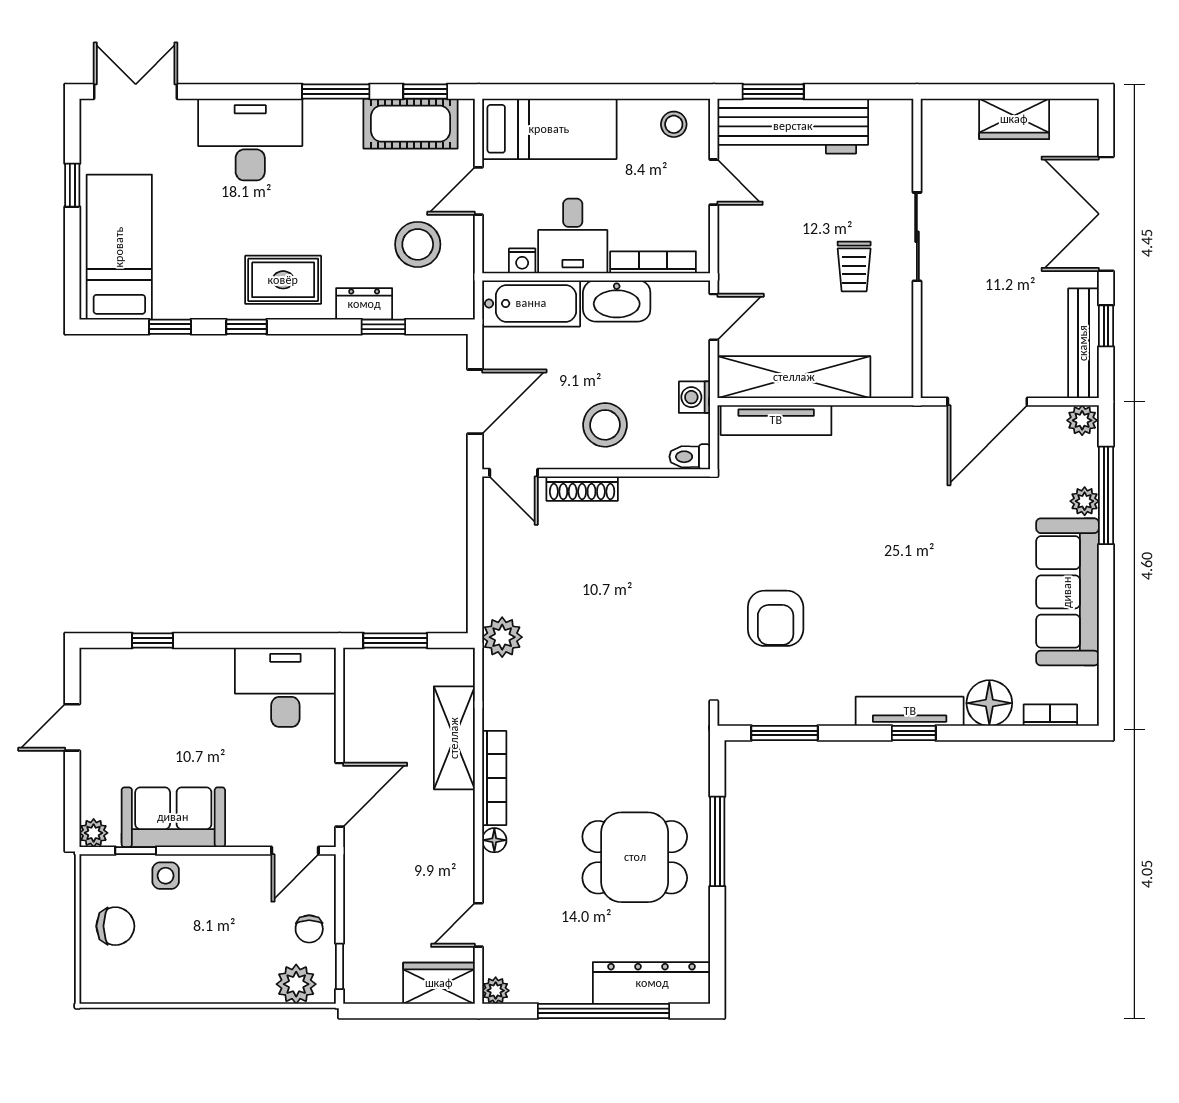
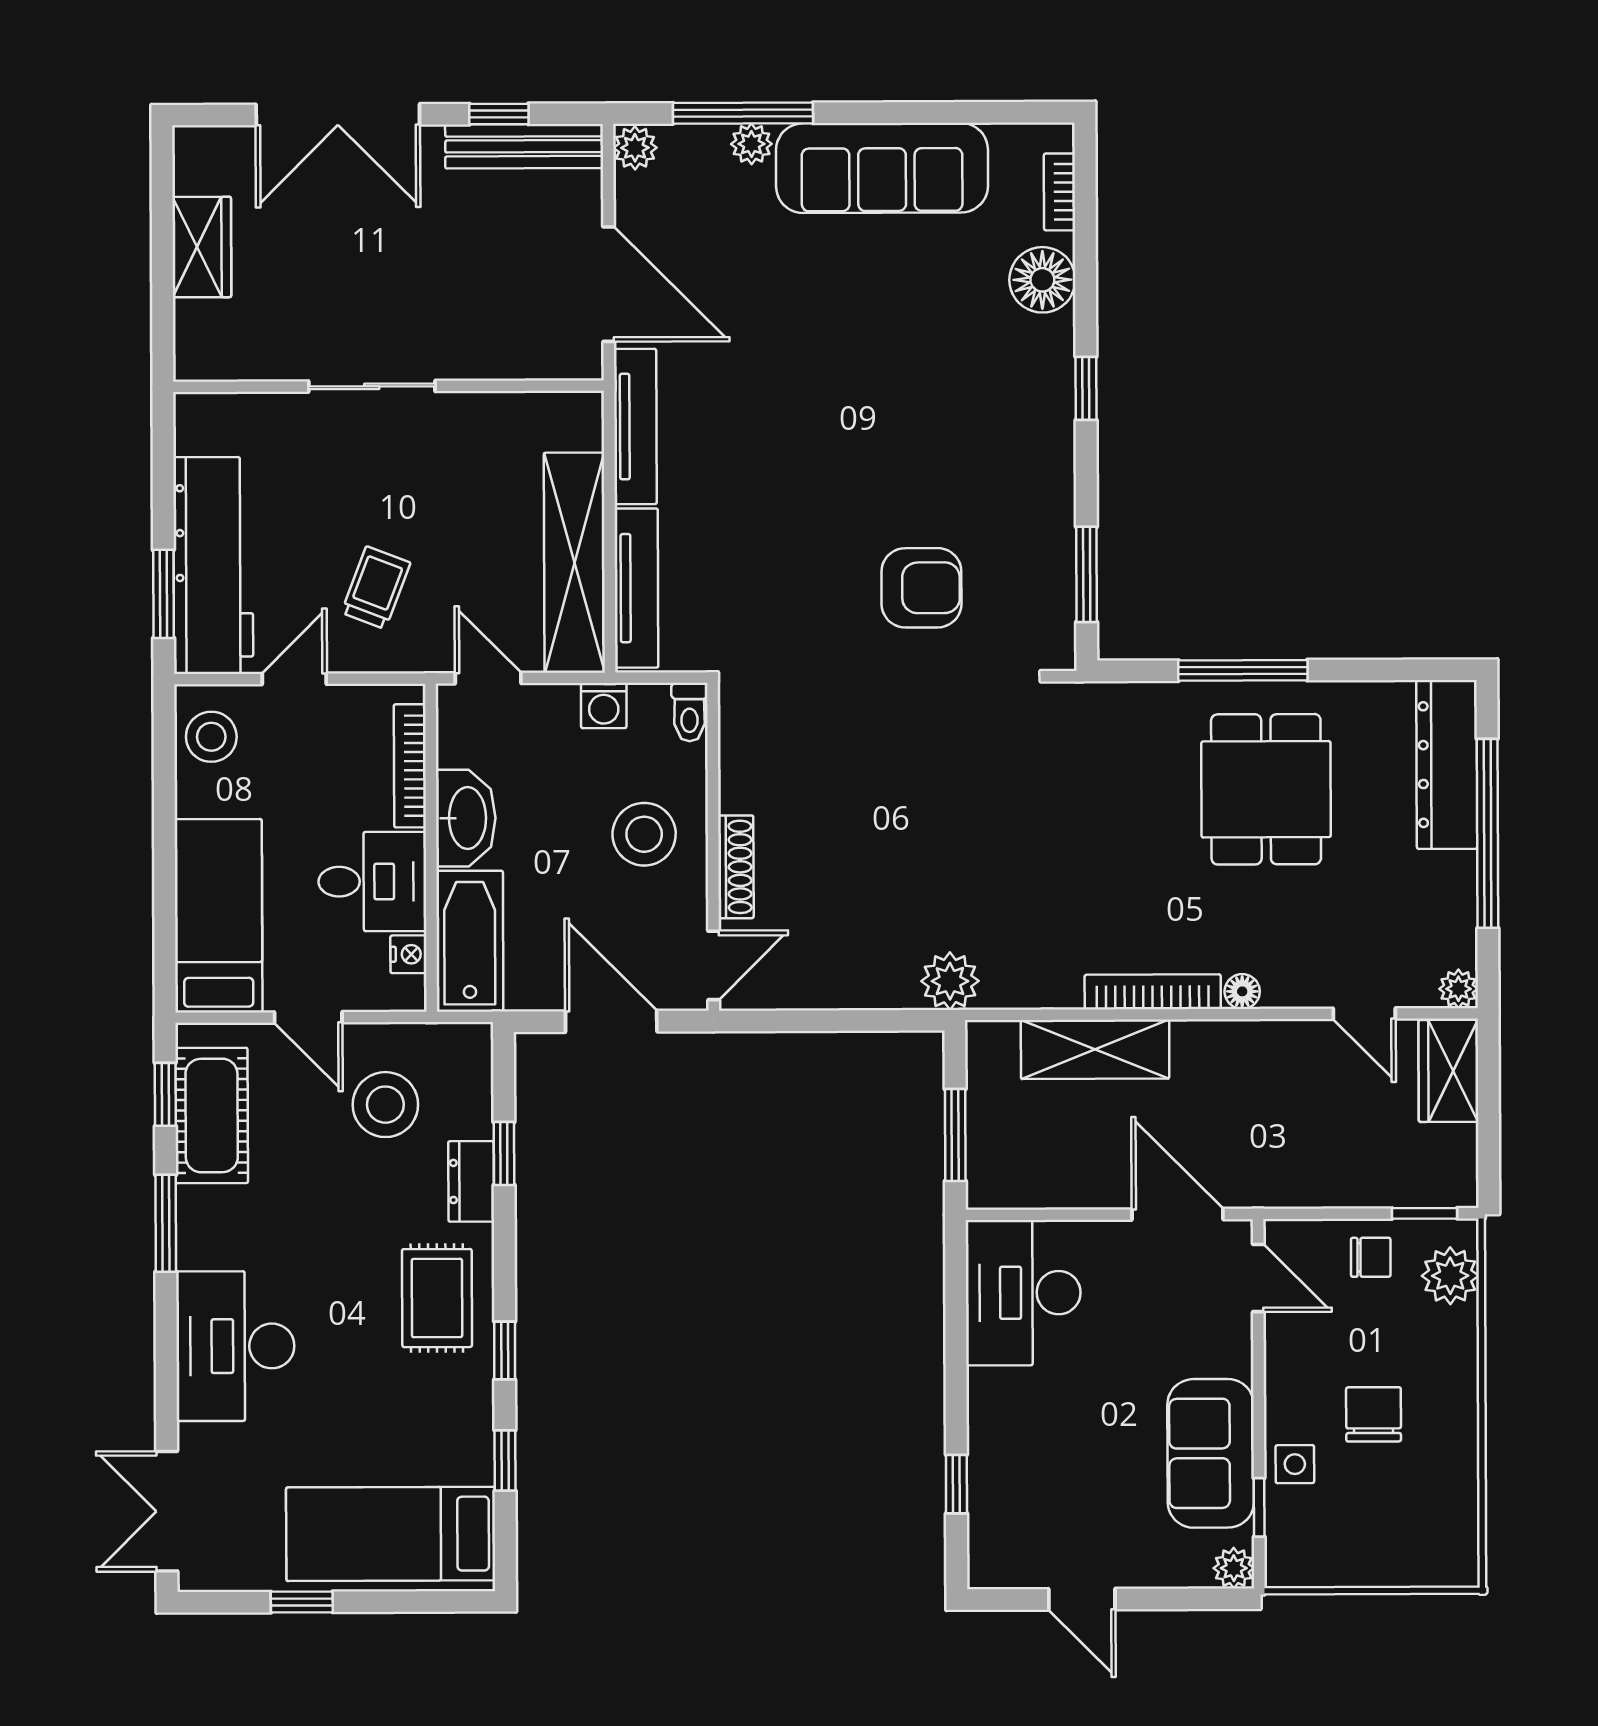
stool: (674, 124) -> (211, 737), width x1.37, depth x1.37
trolley: (854, 266) -> (376, 588), moved, turned -69
tv unit: (910, 711) -> (635, 427), moved, turned 180
chair: (115, 926) -> (1374, 1414), moved

